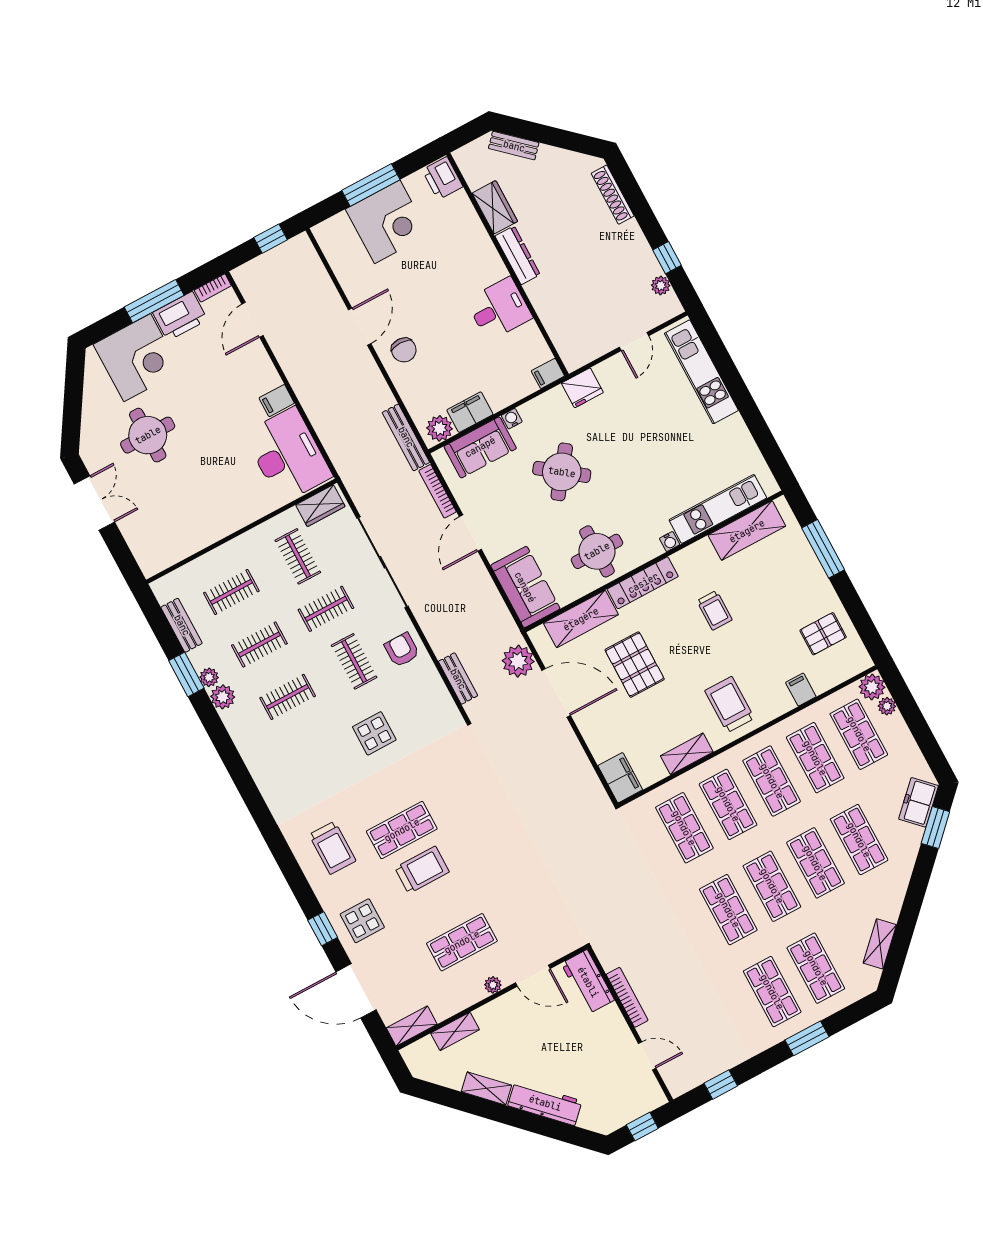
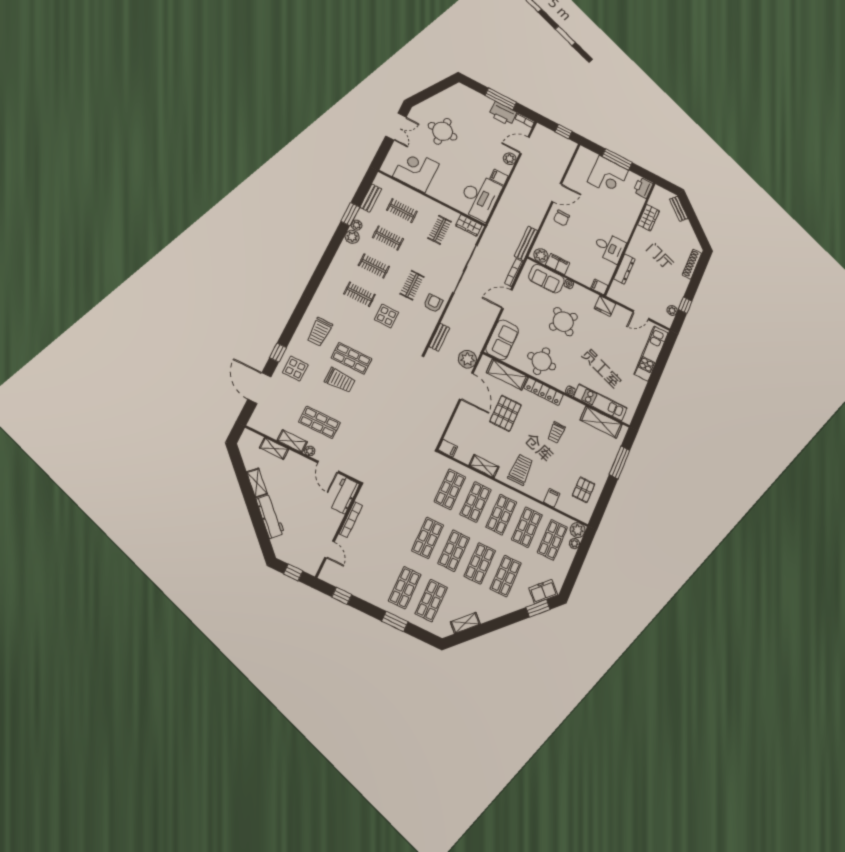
dresser: (518, 255) -> (624, 269), moved
corner desk: (137, 358) -> (416, 170), moved, turned 180
plant: (258, 361) -> (510, 159), added
clothes rail: (326, 609) -> (359, 294), moved
pallet: (823, 634) -> (584, 490), turned 90
filing cabinet: (620, 778) -> (448, 448), width x0.50
shelving: (412, 1026) -> (292, 441), moved

